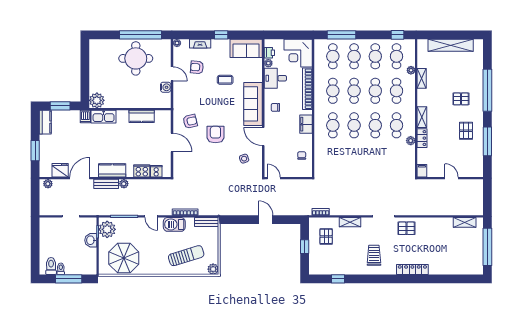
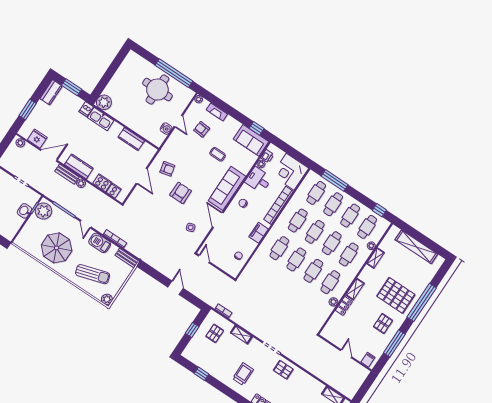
window: (221, 35) -> (257, 128), moved
pallet: (461, 99) -> (396, 295), width x2.05, depth x2.00
filing cabinet: (422, 171) -> (368, 360), moved
parasol: (124, 258) -> (57, 248), moved

